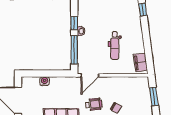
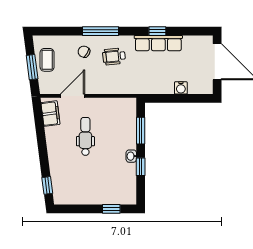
window: (74, 50) -> (141, 131), width x0.69
door: (90, 75) -> (72, 96), moved
coffee table: (143, 102) -> (47, 60), added

